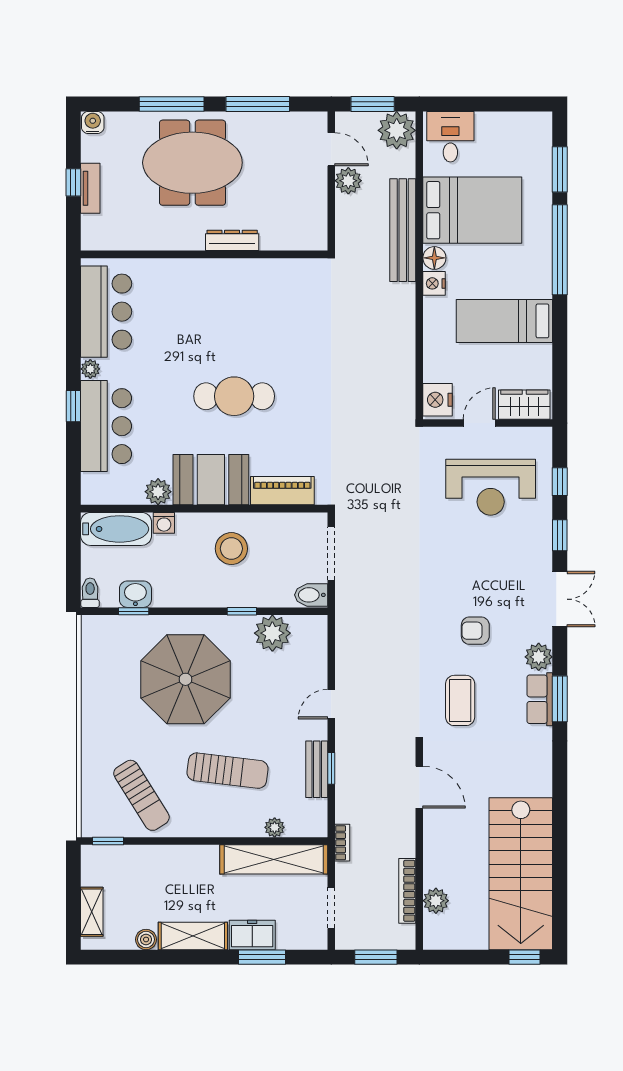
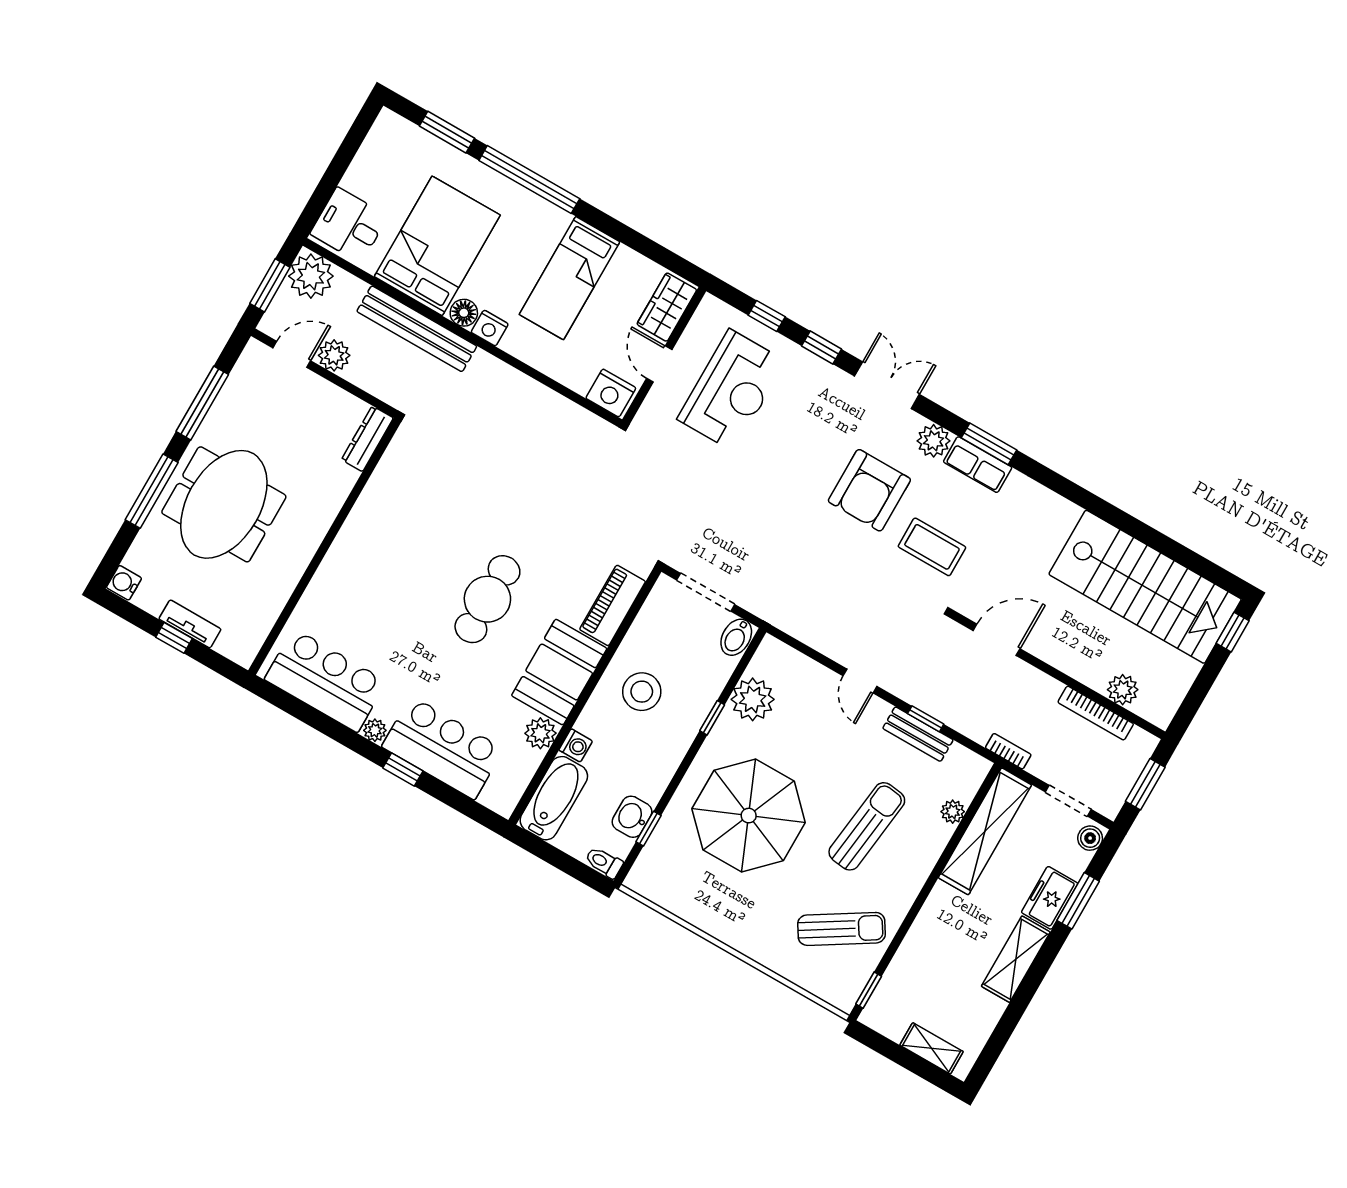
dresser: (232, 240) -> (367, 439), moved
armchair: (475, 631) -> (869, 490), width x1.88, depth x1.88
boiler: (146, 939) -> (1090, 838), moved

